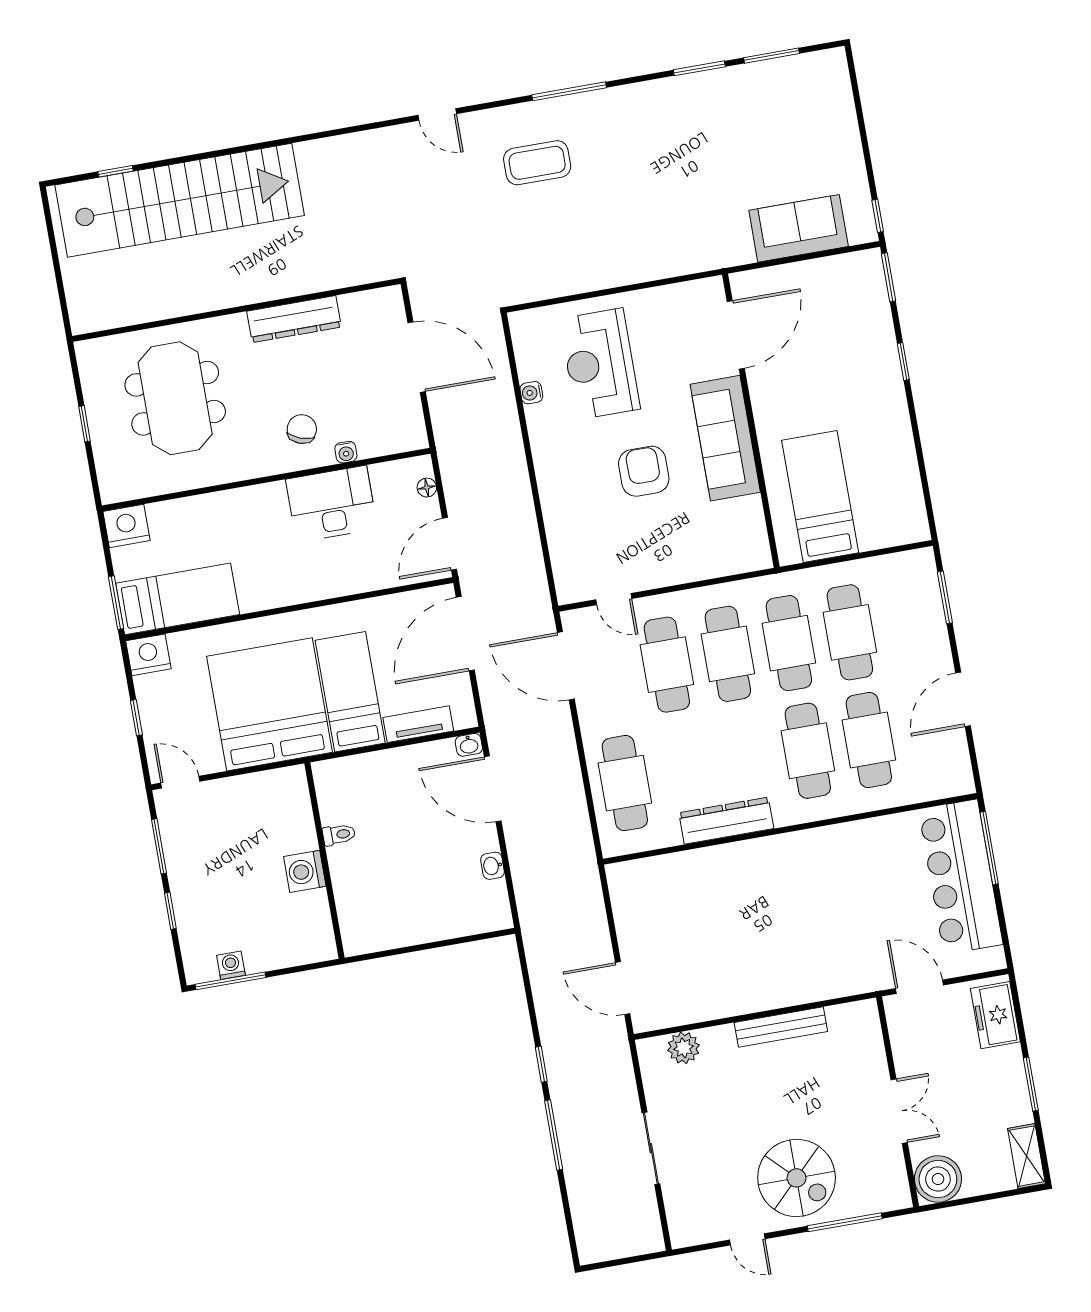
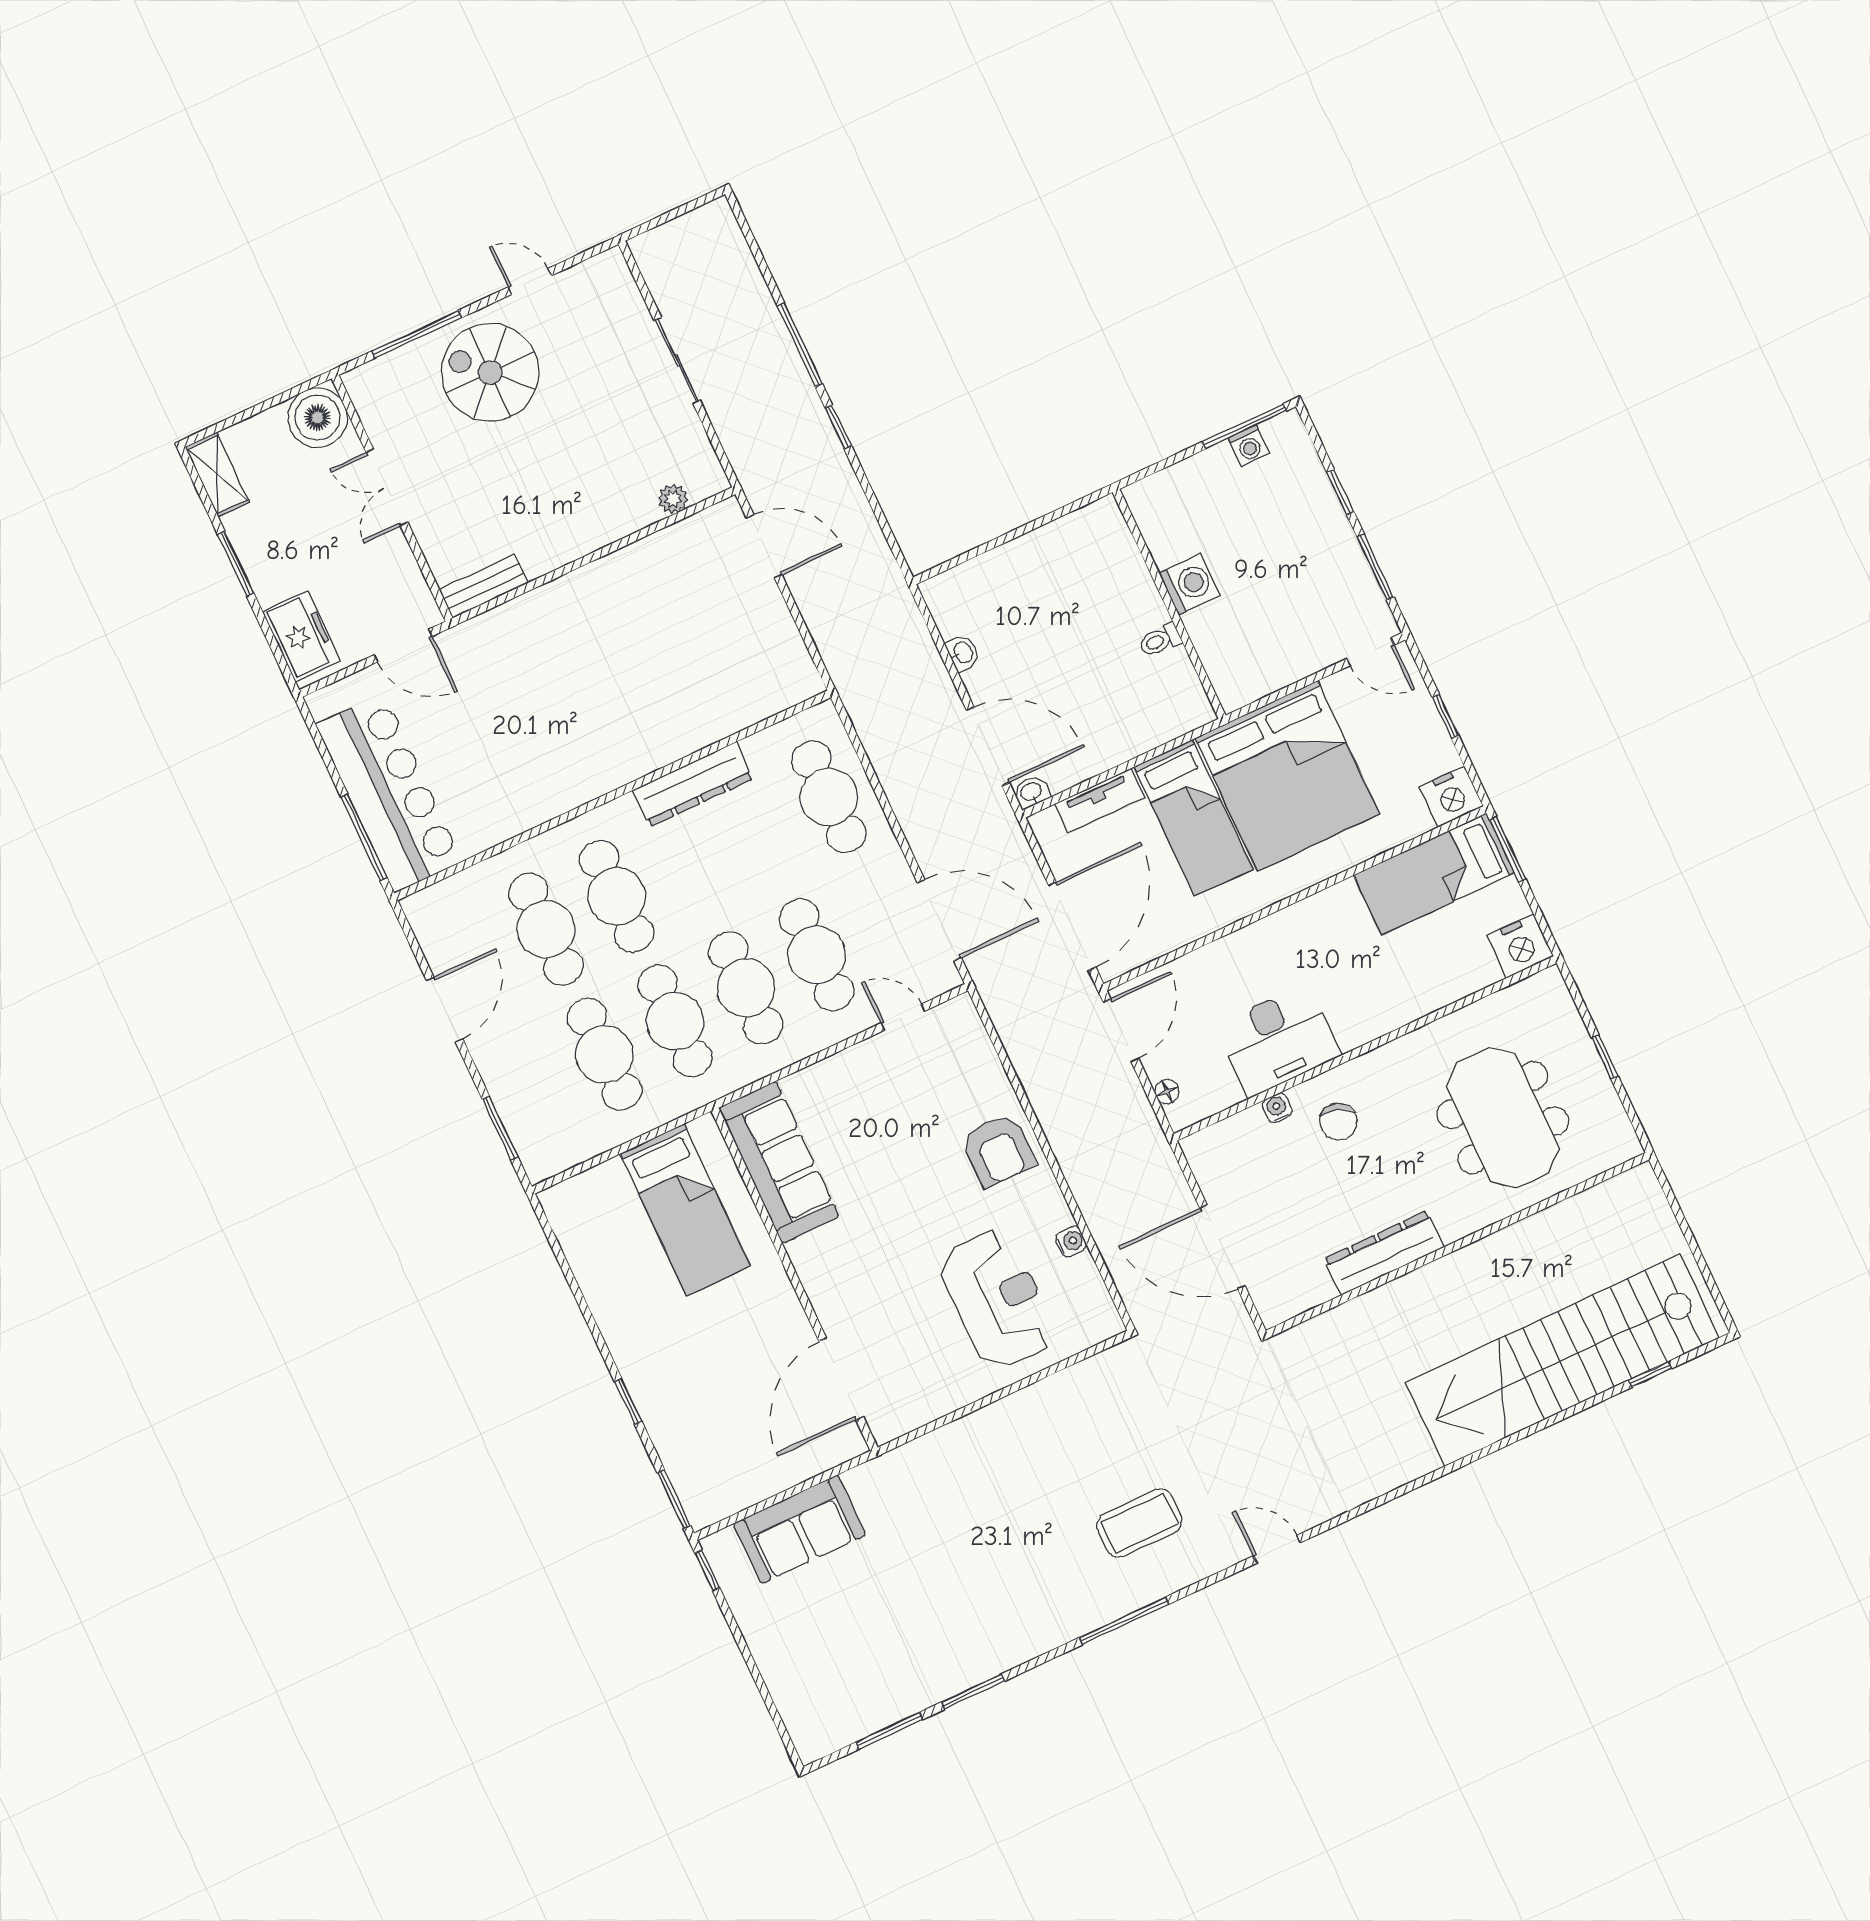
sofa: (725, 438) -> (779, 1162), moved
armchair: (644, 471) -> (998, 1150), moved
bench: (781, 1027) -> (483, 586), moved, width x0.73
plant: (684, 1048) -> (673, 499), width x0.73, depth x0.73

